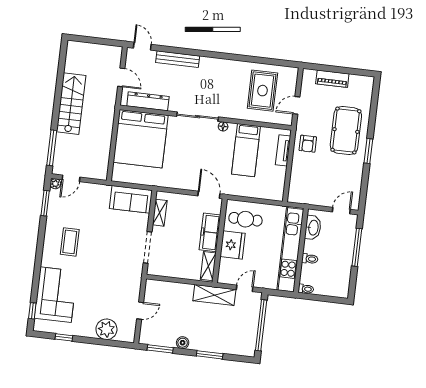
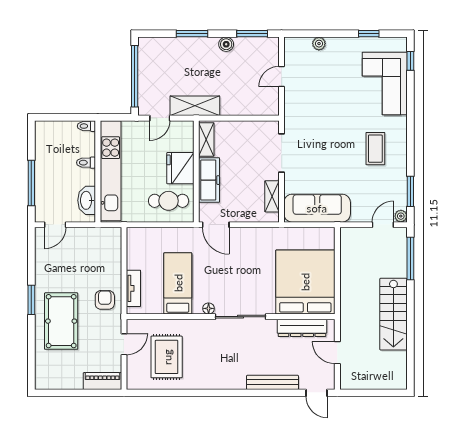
piano: (332, 79) -> (102, 381), moved
sofa: (131, 199) -> (317, 208), width x1.36
plant: (106, 329) -> (319, 44), width x0.53, depth x0.53

